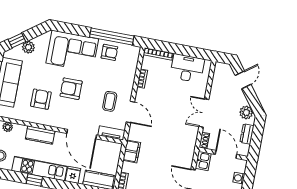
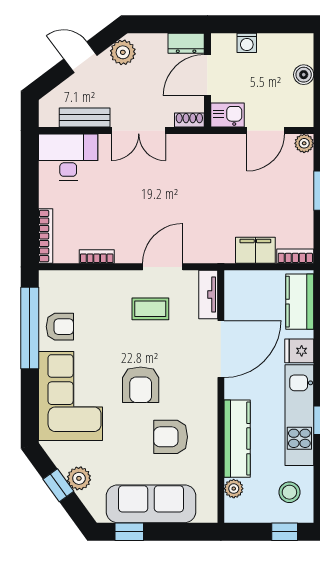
window: (17, 40) -> (58, 485), moved
armchair: (109, 52) -> (60, 327), turned 90
desk: (187, 68) -> (68, 157), moved, turned 90
door: (243, 80) -> (80, 57), moved
bench: (216, 86) -> (85, 117), added
dresser: (247, 134) -> (186, 43), moved
kitchen counter: (40, 135) -> (237, 439), width x1.50
filing cabinet: (132, 151) -> (255, 250), moved

